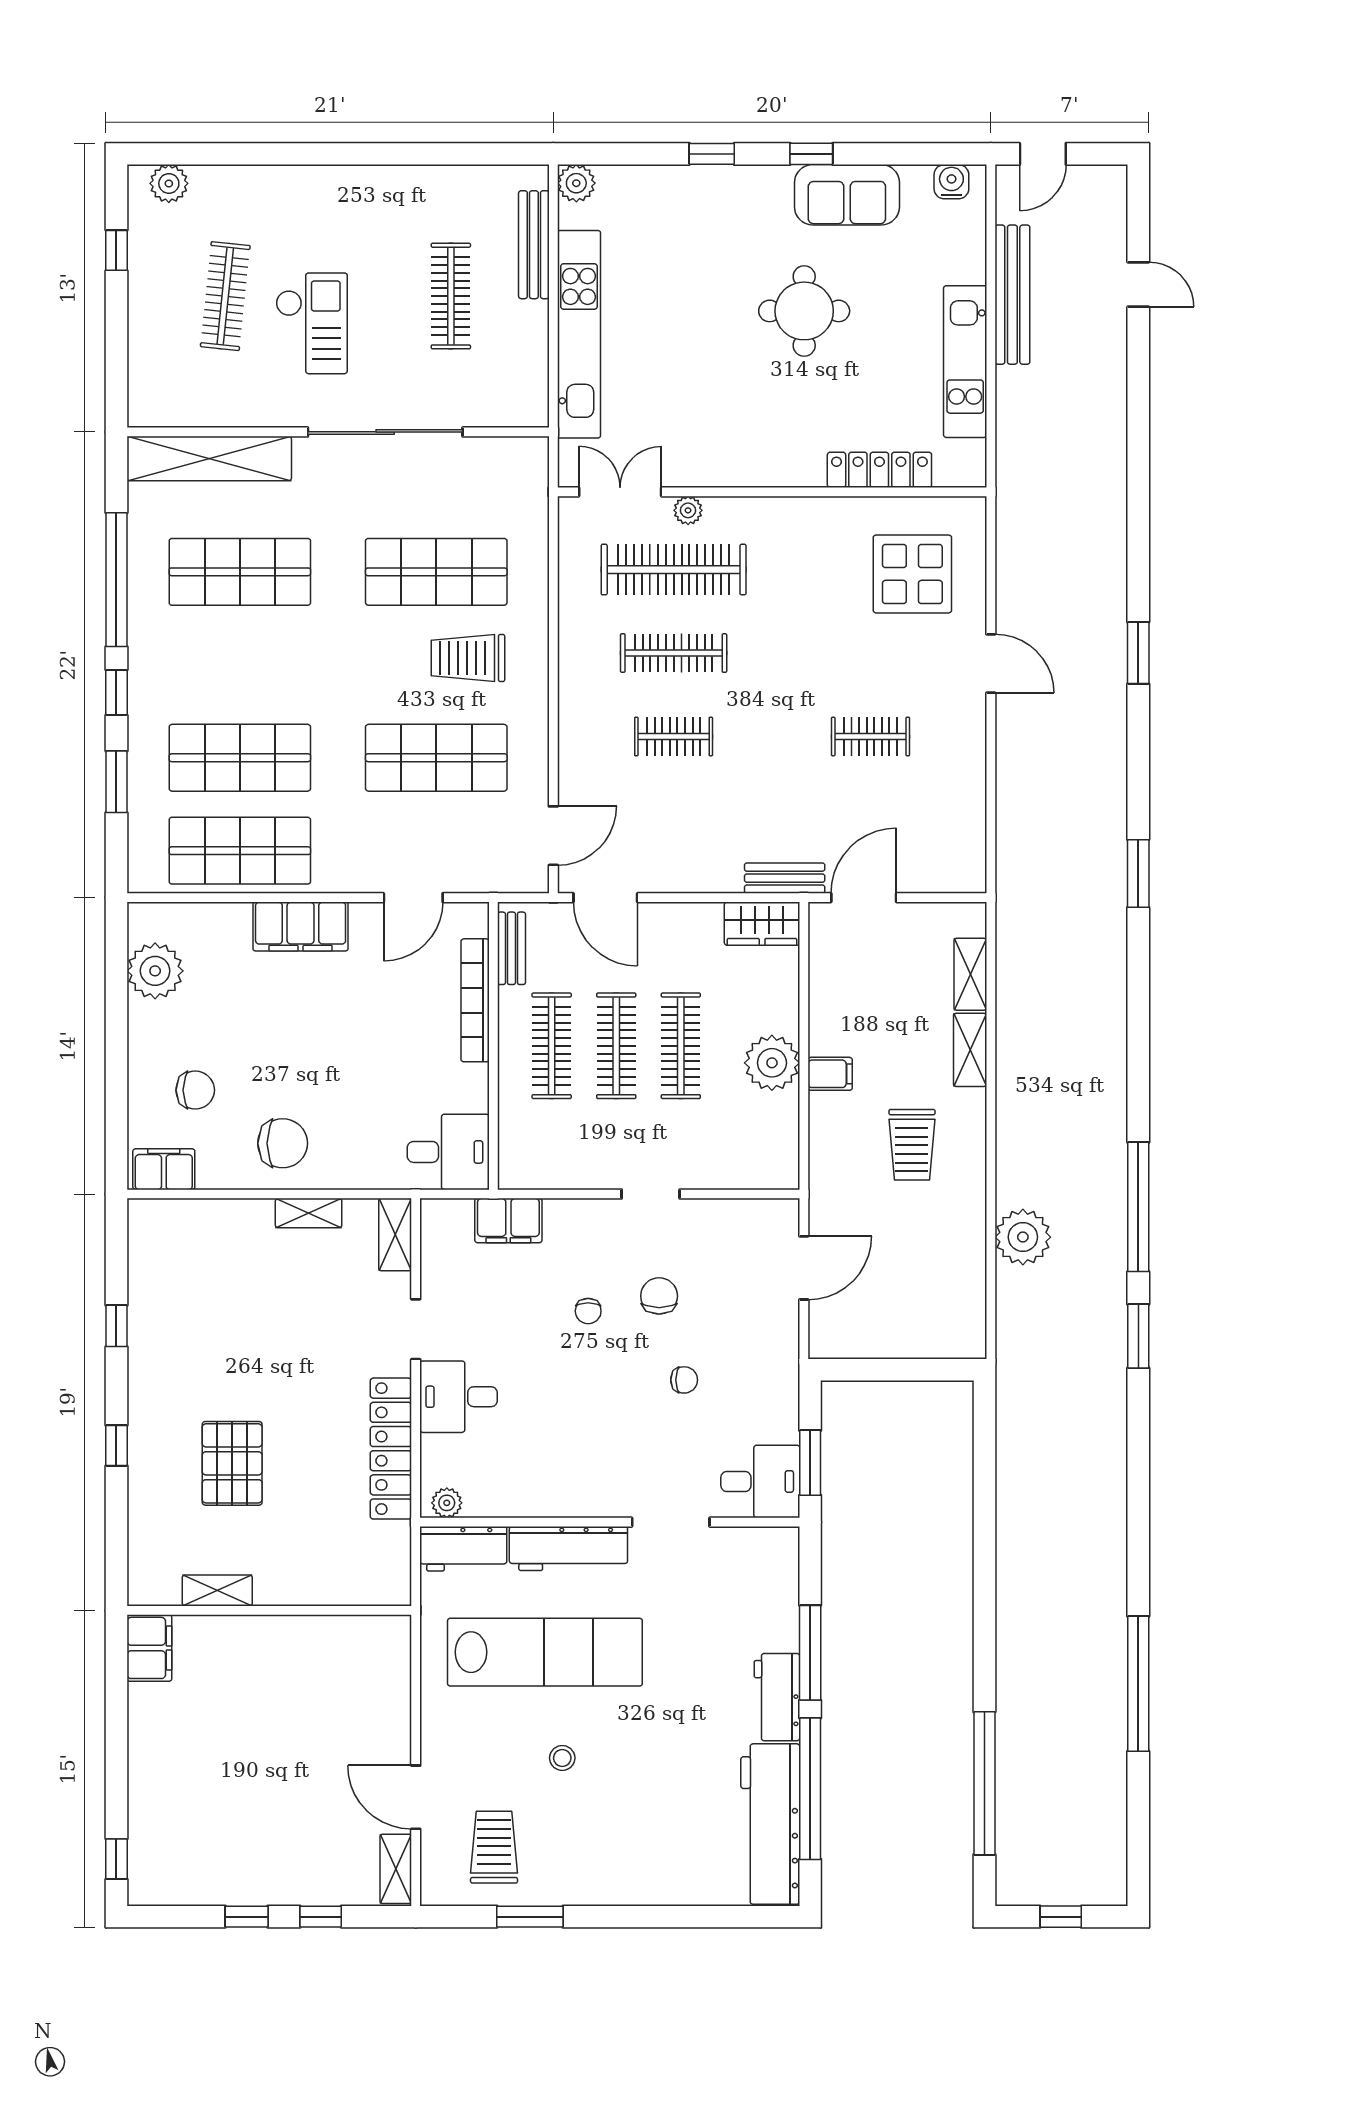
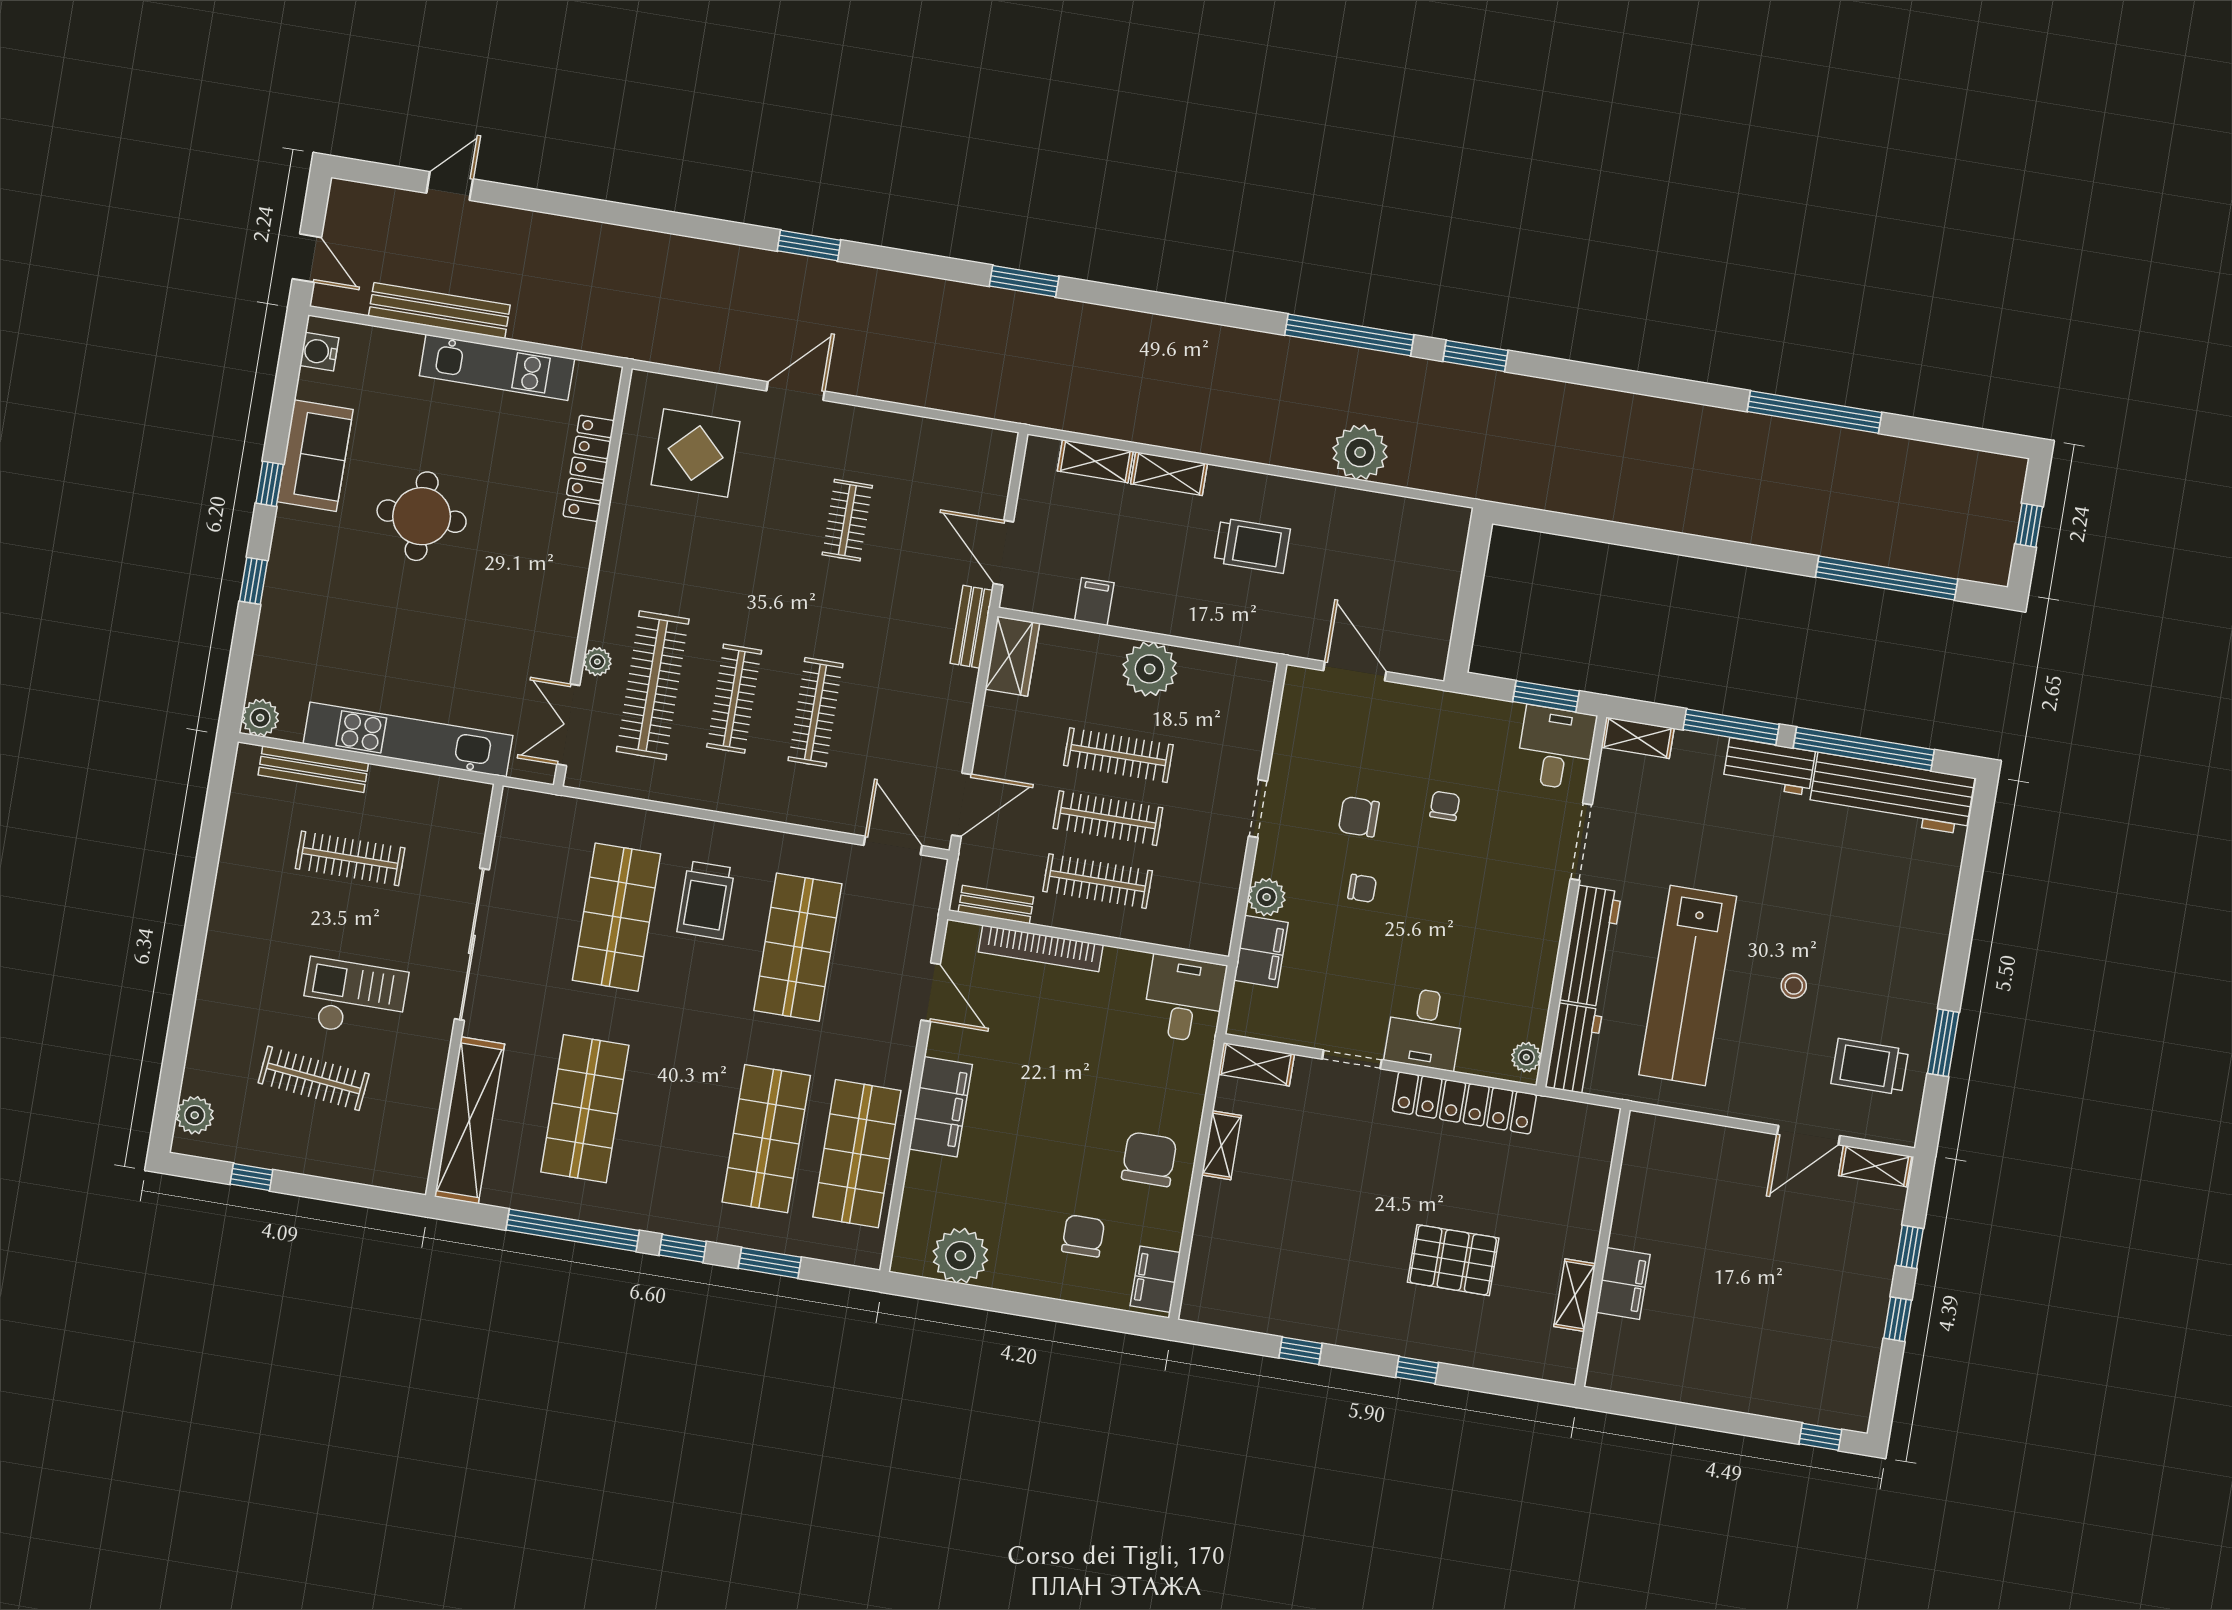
clothes rail: (674, 736) -> (816, 712), width x1.36
filing cabinet: (830, 1074) -> (1094, 602), moved
plant: (564, 1217) -> (1267, 897), added
shelving: (784, 1561) -> (1638, 738), added
filing cabinet: (149, 1648) -> (1623, 1283), moved, turned 90
lab bench: (545, 1652) -> (1688, 986), turned 180

